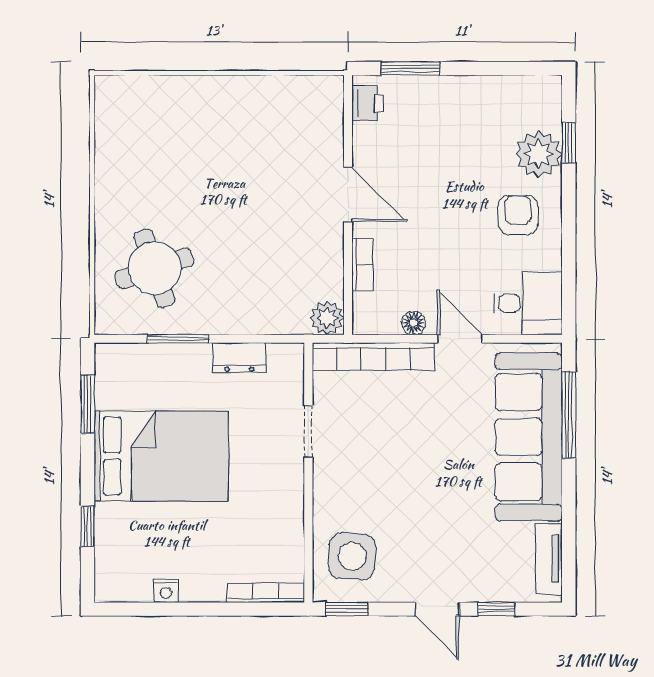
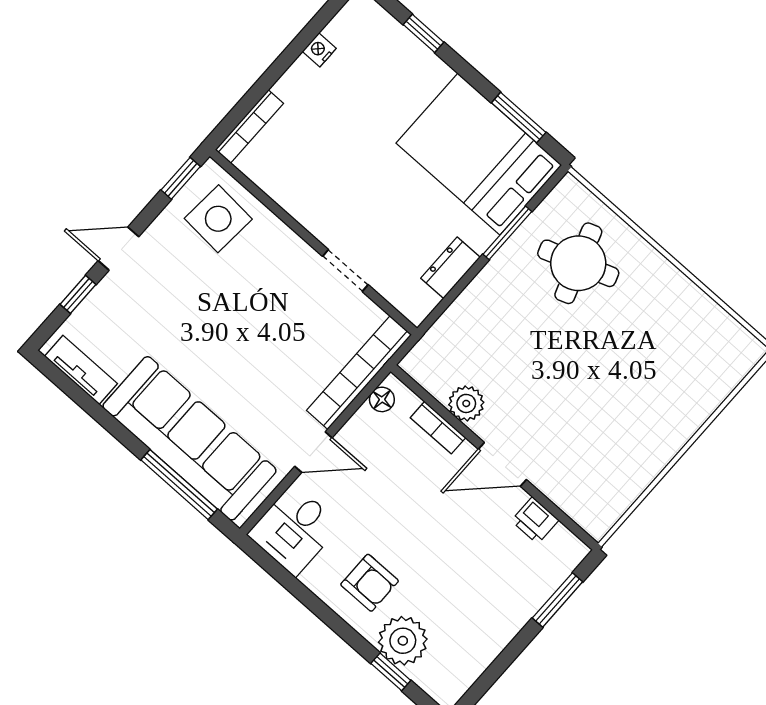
printer: (368, 103) -> (535, 520), moved
plant: (327, 318) -> (466, 403), moved
floor lamp: (413, 323) -> (382, 399), moved
bed: (161, 456) -> (479, 154), moved, turned 90

